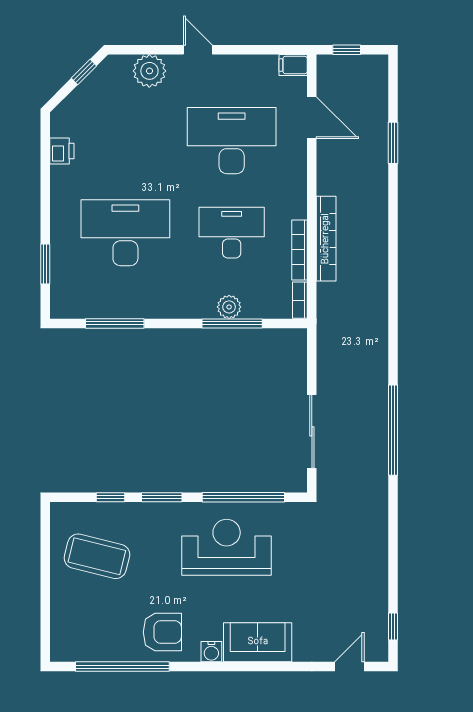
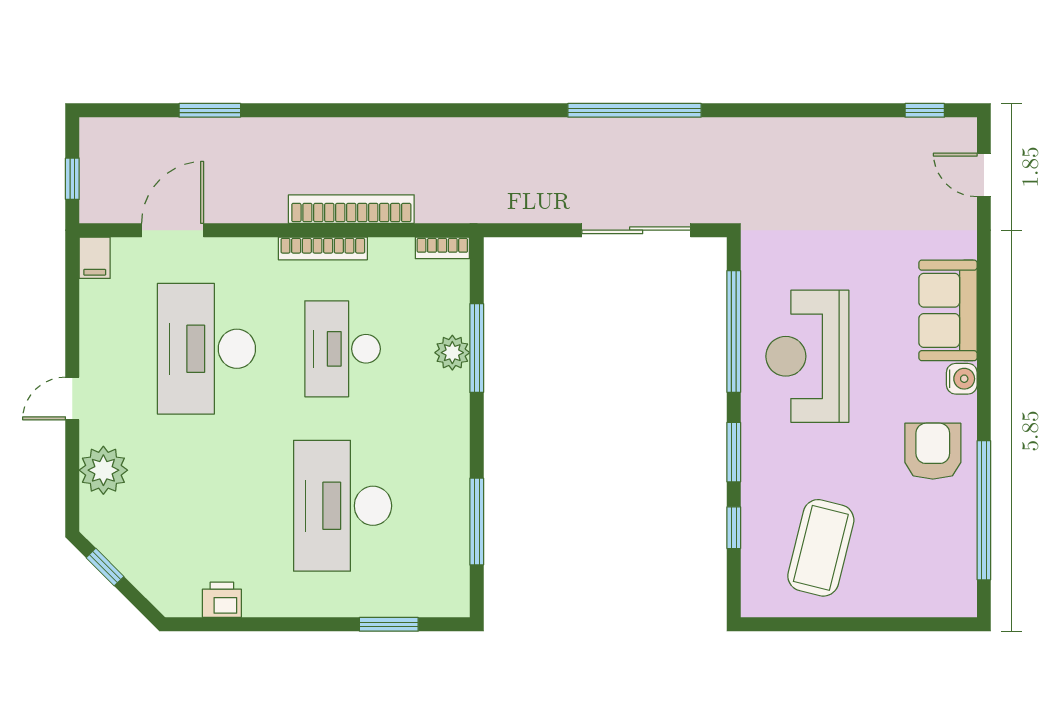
bookcase: (299, 250) -> (323, 248), moved

